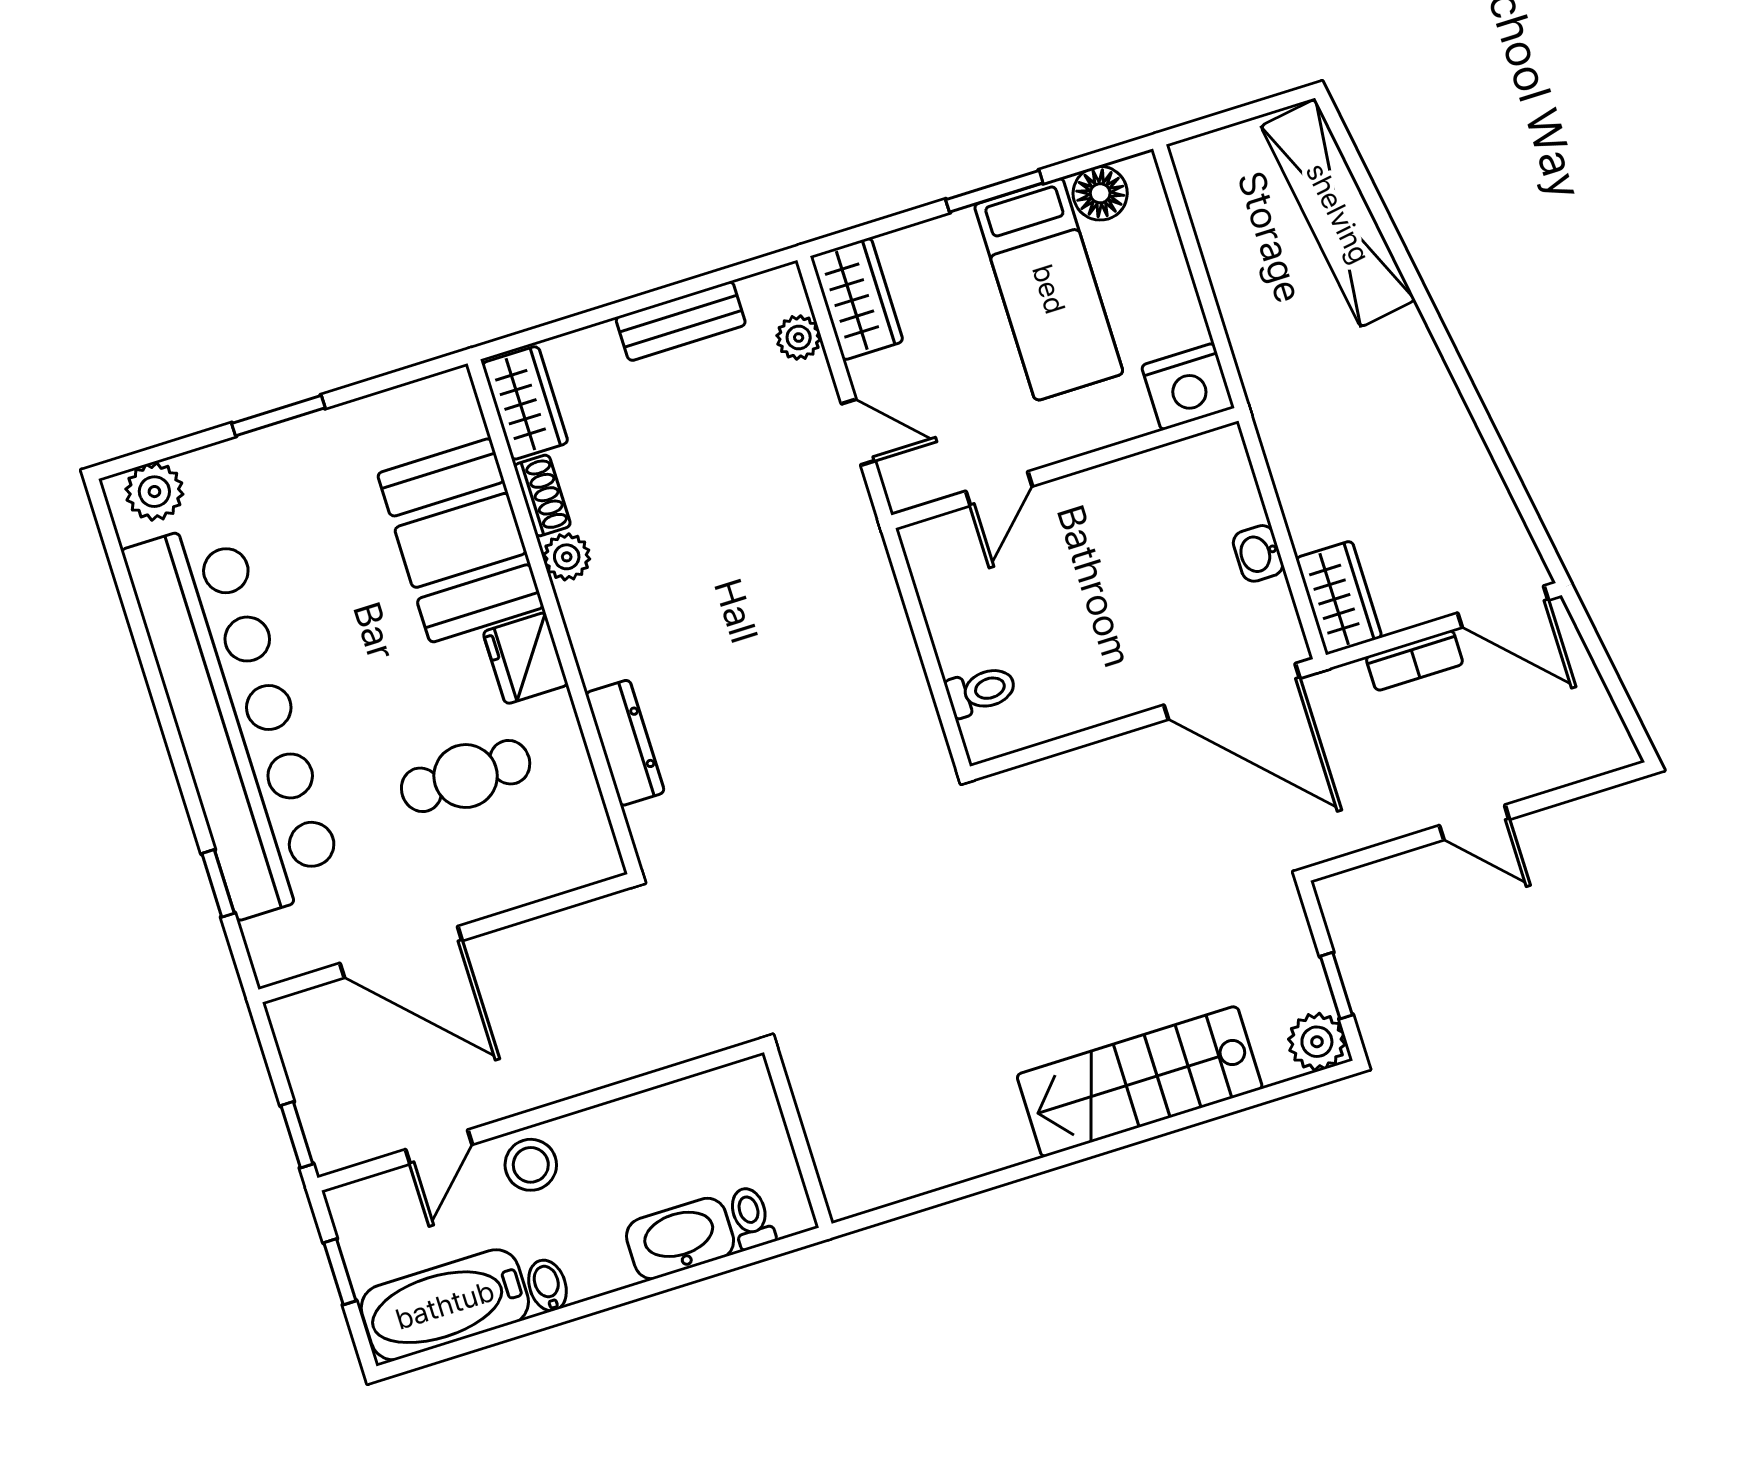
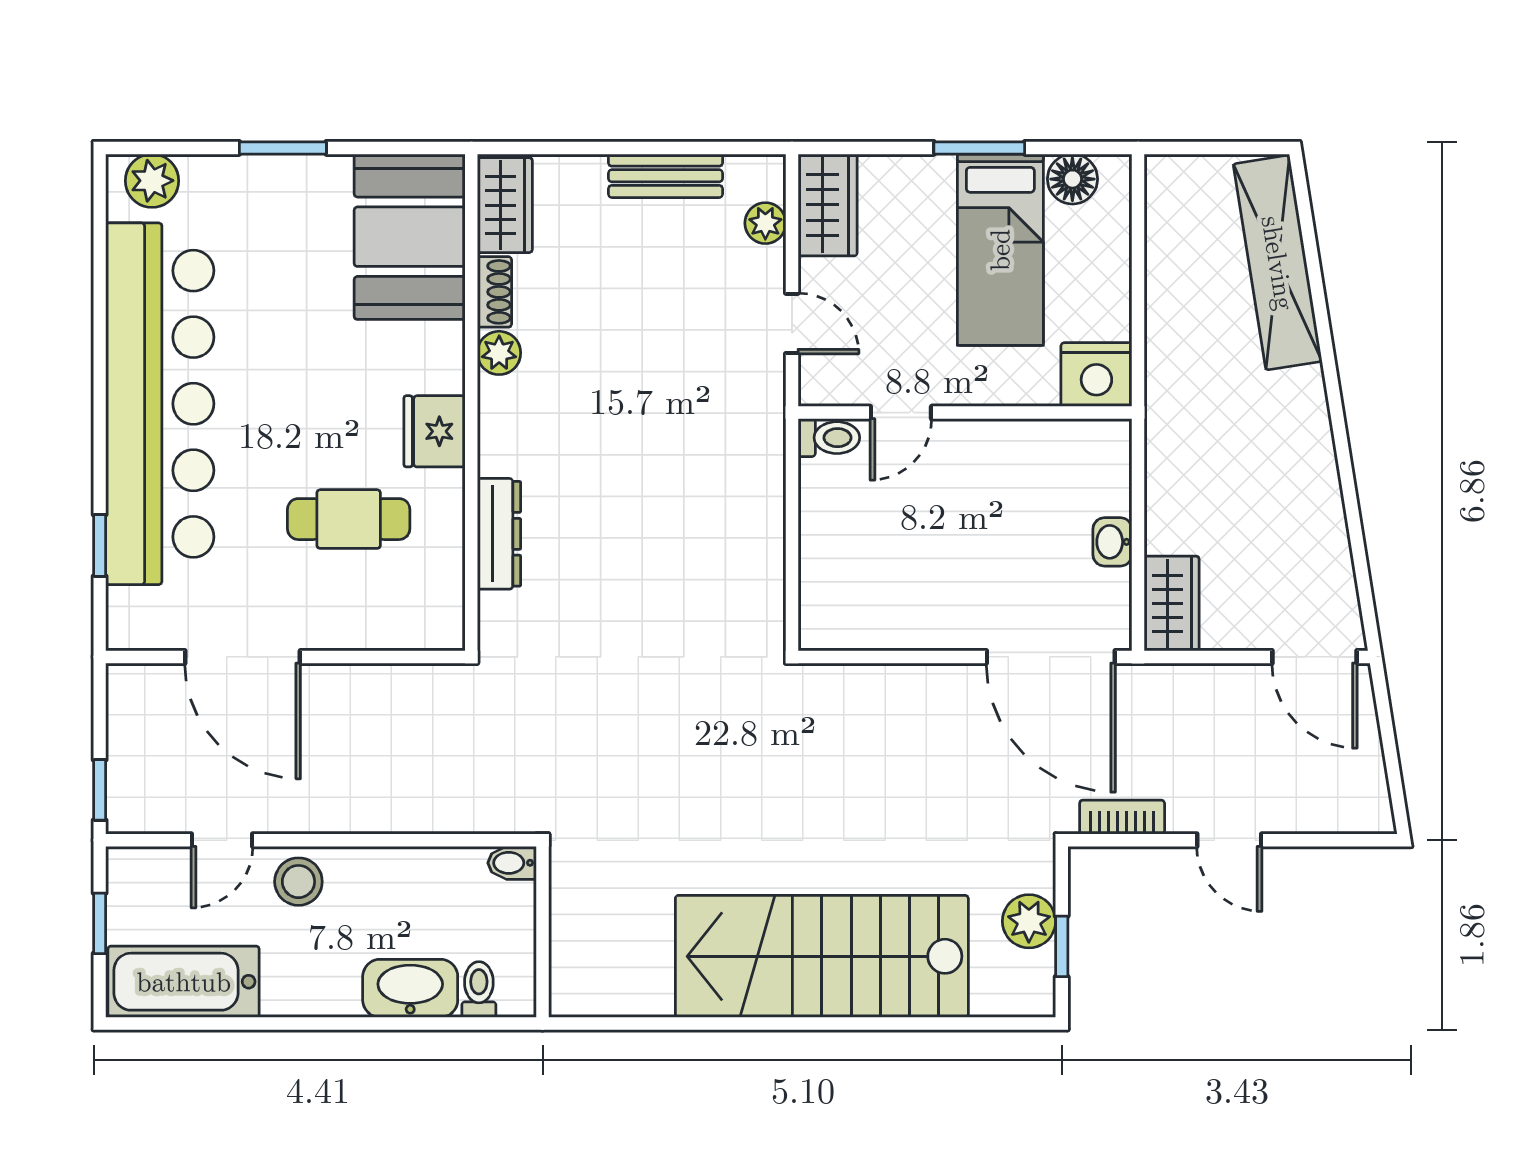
booth: (461, 540) -> (410, 237), moved
bookcase: (1414, 660) -> (1122, 817), moved, turned 180
toilet: (981, 691) -> (829, 438), moved
plant: (1317, 1042) -> (1029, 921), moved
stairs: (1140, 1082) -> (822, 956), width x1.36, depth x1.51
bidet: (547, 1286) -> (512, 863), moved, turned -90

